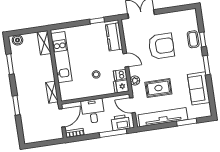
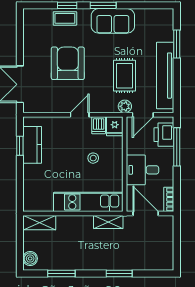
kitchen counter: (114, 37) -> (32, 145), moved, turned -90
kitchen unit: (61, 57) -> (88, 202), moved
plant: (135, 81) -> (125, 106), moved
sofa: (199, 88) -> (113, 21), moved

